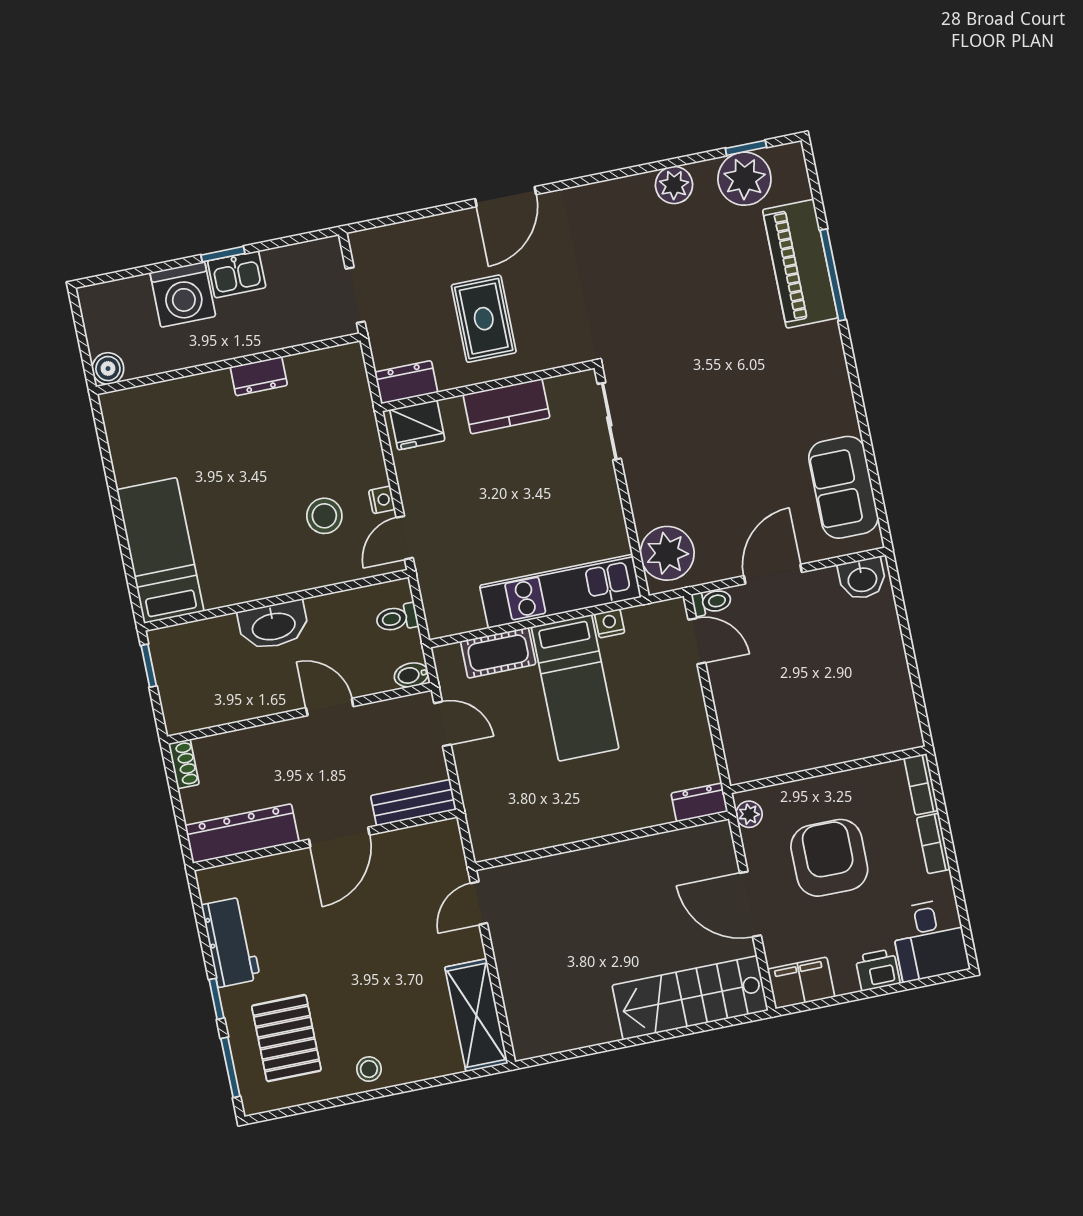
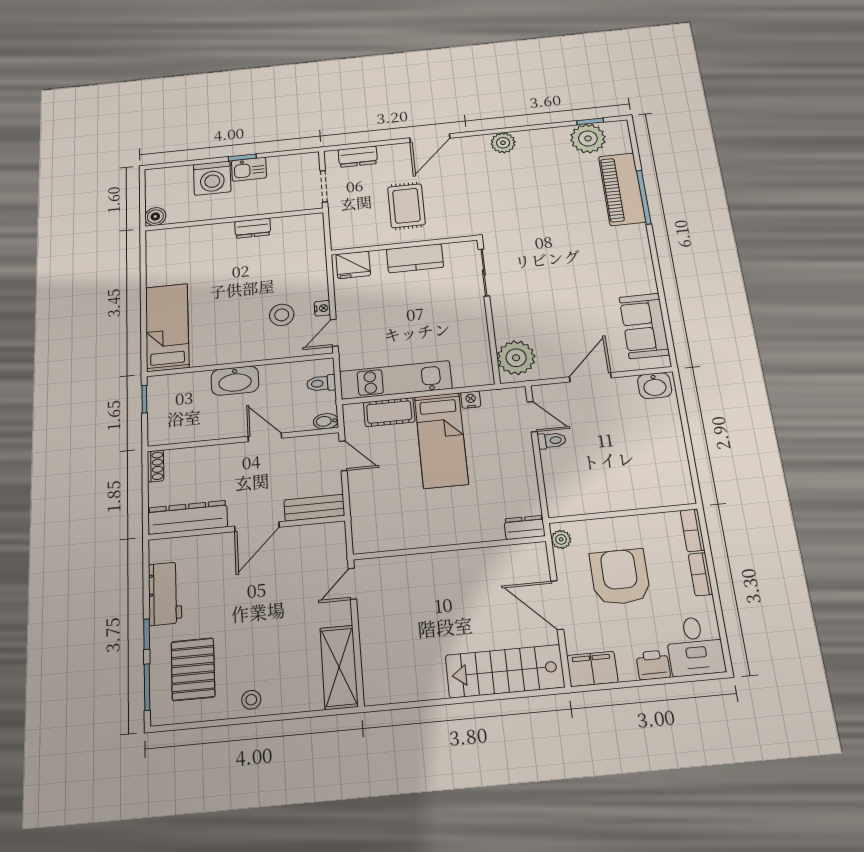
plant: (674, 185) -> (503, 143), moved
dresser: (406, 382) -> (358, 157), moved, turned 180
kitchen unit: (560, 591) -> (396, 380), moved
toilet: (712, 602) -> (552, 441), moved

